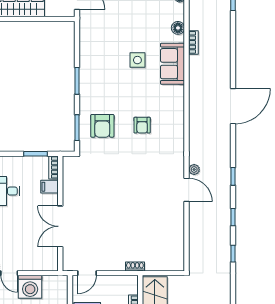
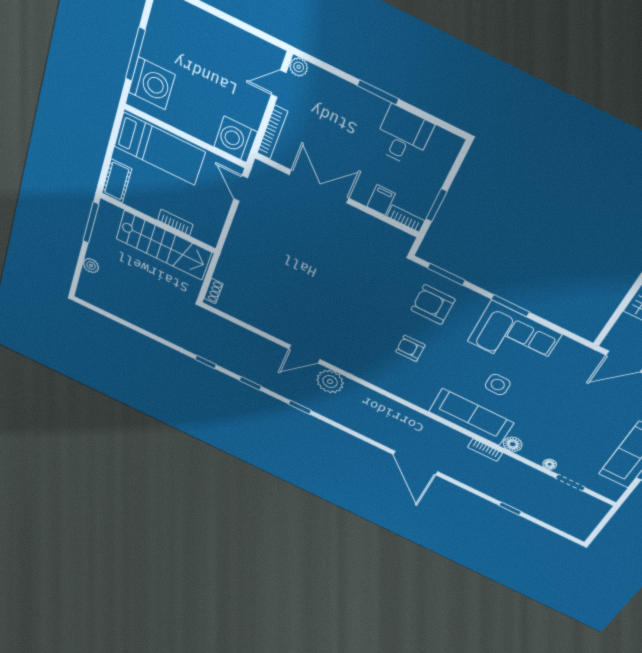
sofa: (173, 64) -> (471, 417), width x1.36
corner sofa: (98, 68) -> (514, 338), added
door: (233, 106) -> (415, 463), moved
plant: (194, 169) -> (330, 382), width x1.88, depth x1.88
bookcase: (40, 266) -> (272, 132), added
shoe rack: (135, 266) -> (213, 291), moved
washing machine: (30, 287) -> (235, 139), moved

